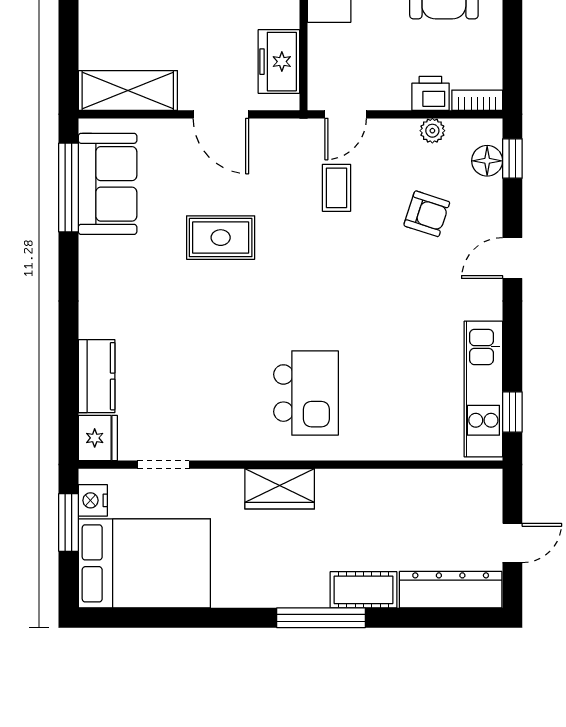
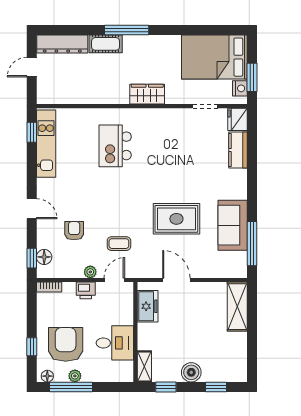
shelving: (128, 91) -> (237, 307), moved, turned 90
printer: (430, 93) -> (86, 290), moved
plant: (432, 131) -> (90, 272), moved
sofa: (108, 184) -> (233, 225), moved
coffee table: (336, 188) -> (119, 244), turned 90
armchair: (427, 214) -> (74, 231), turned 72
rug: (221, 238) -> (176, 219), width x1.36, depth x1.43
door: (512, 258) -> (32, 209), hinge flipped
kitchen island: (306, 393) -> (115, 146), moved

